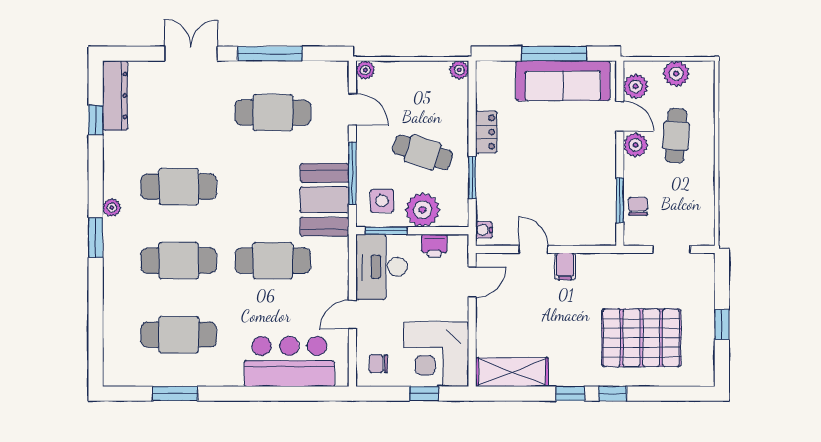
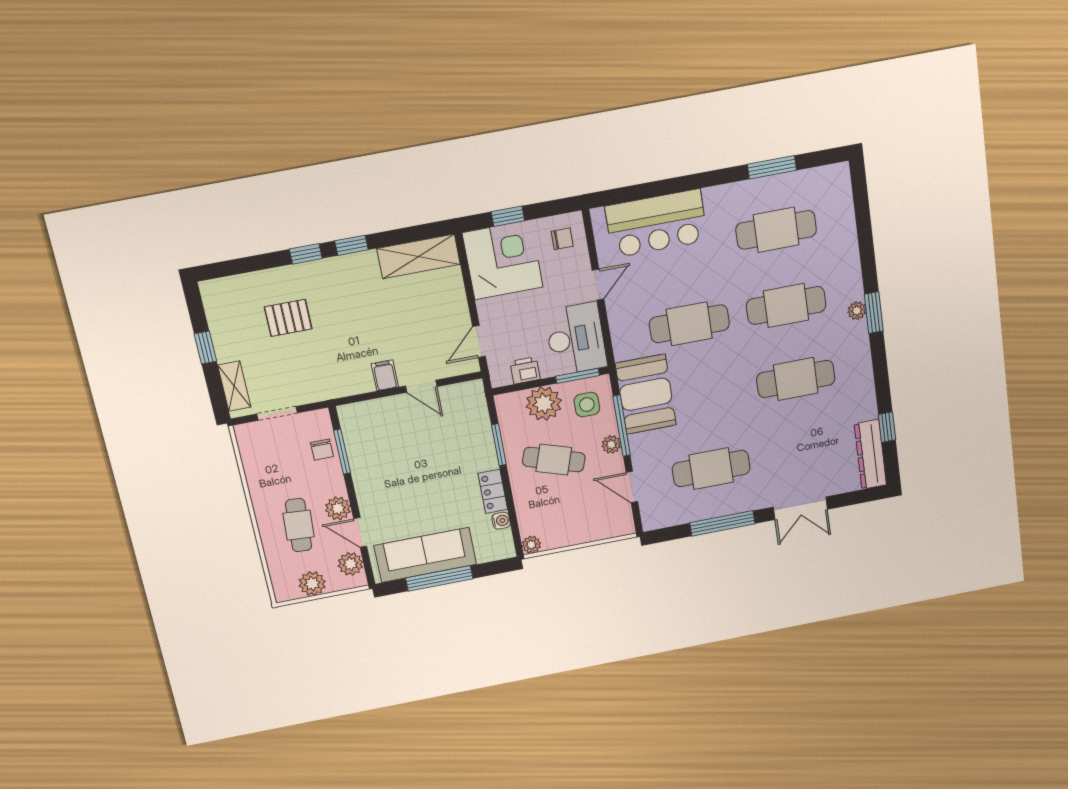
plant: (365, 70) -> (611, 444), moved
plant: (112, 208) -> (857, 311), moved
water cooler: (484, 230) -> (501, 521), moved
shelving: (704, 283) -> (234, 386), added
pallet: (641, 338) -> (288, 318), width x0.49, depth x0.50

